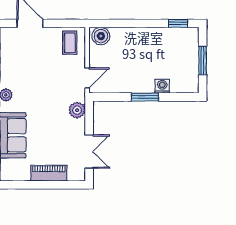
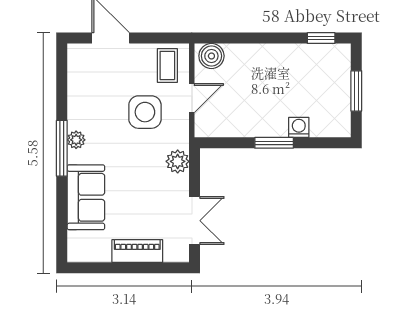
side table: (54, 75) -> (145, 112), added
door: (87, 78) -> (192, 98), moved

